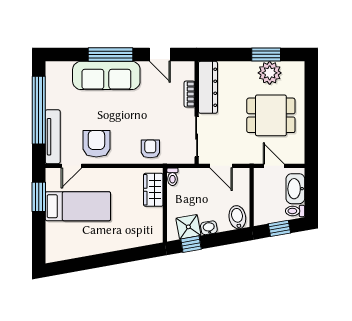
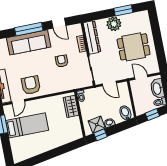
plant: (270, 73) -> (114, 24), moved
armchair: (150, 149) -> (62, 61), moved

